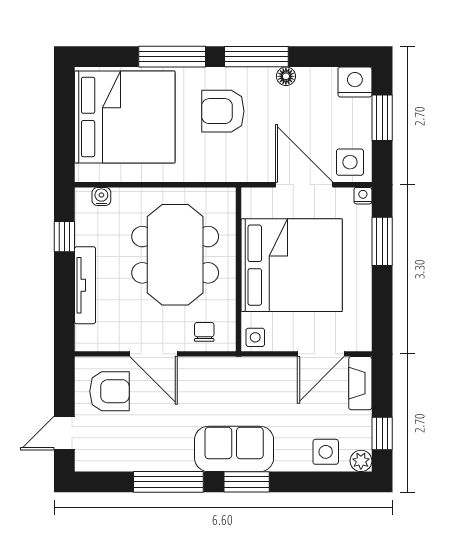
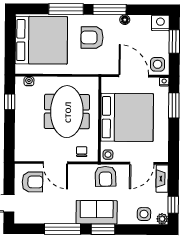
tv unit: (85, 285) -> (20, 127), removed
armchair: (251, 379) -> (105, 176), added

